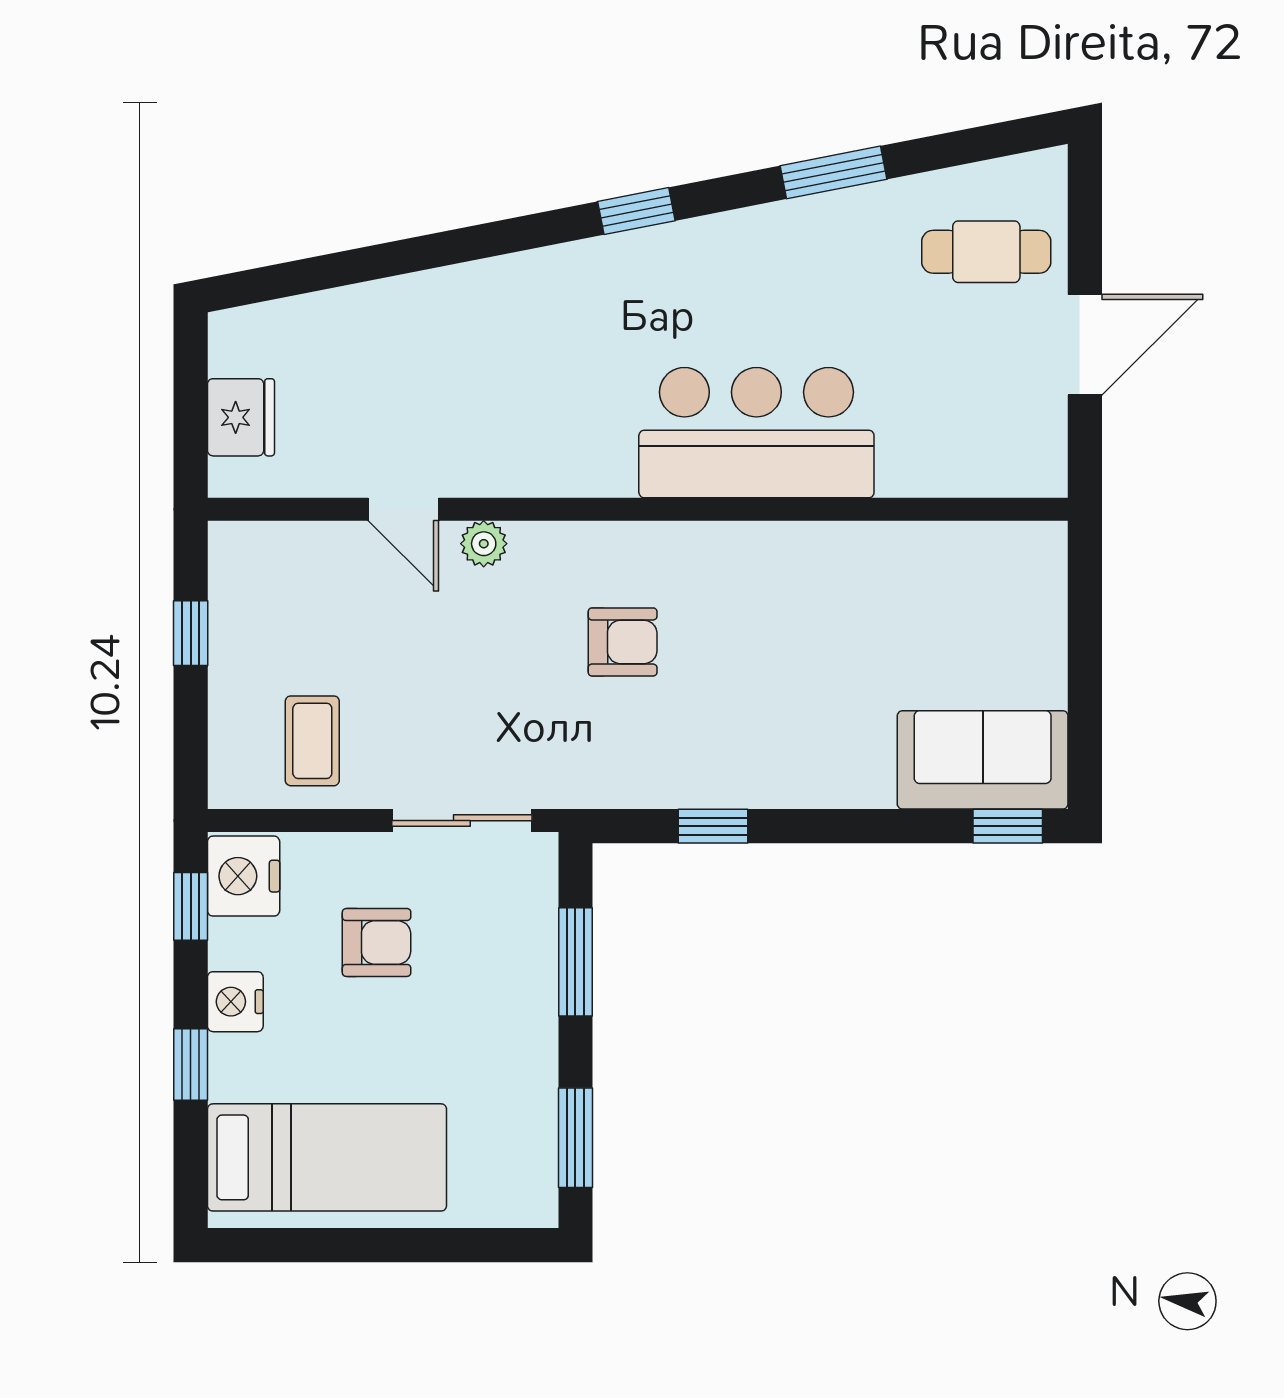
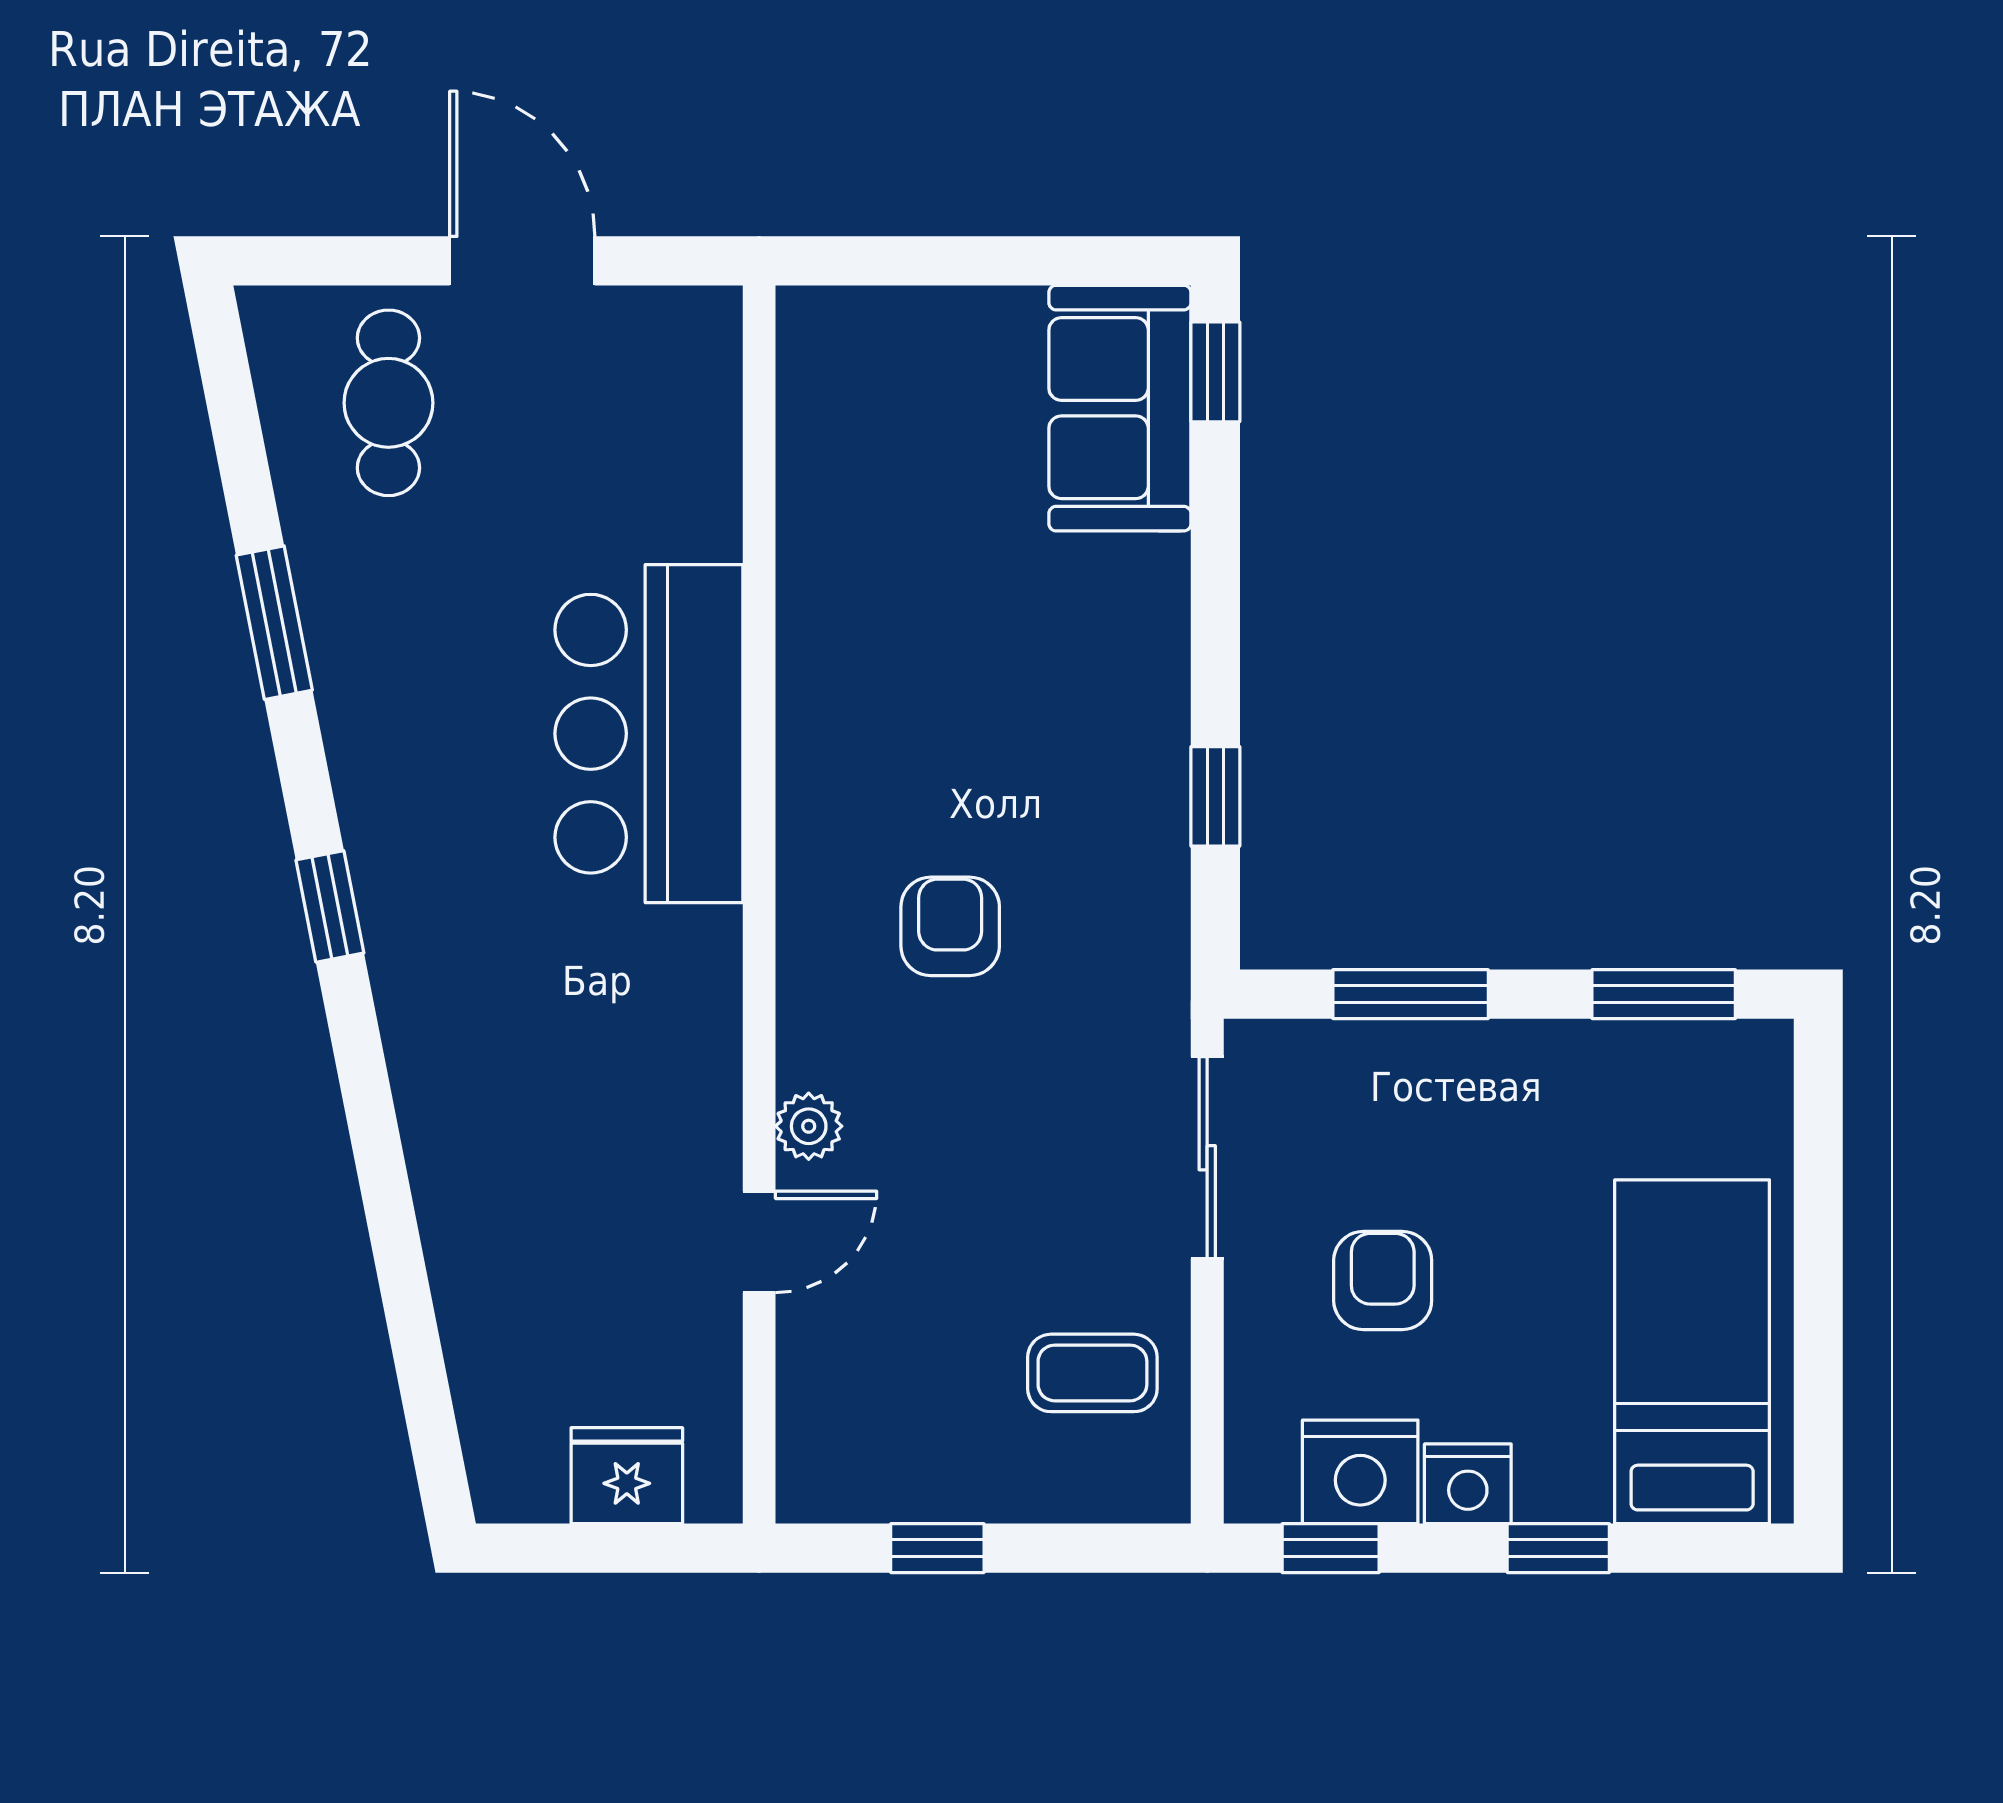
nightstand: (244, 876) -> (1360, 1472), moved

